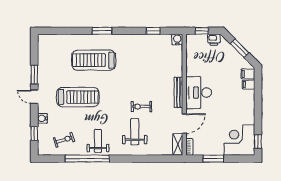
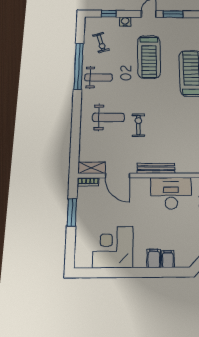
filing cabinet: (248, 74) -> (154, 258), moved
desk: (199, 93) -> (171, 193), moved
corner desk: (240, 140) -> (113, 247), moved, turned -90
window: (258, 141) -> (92, 273), removed

